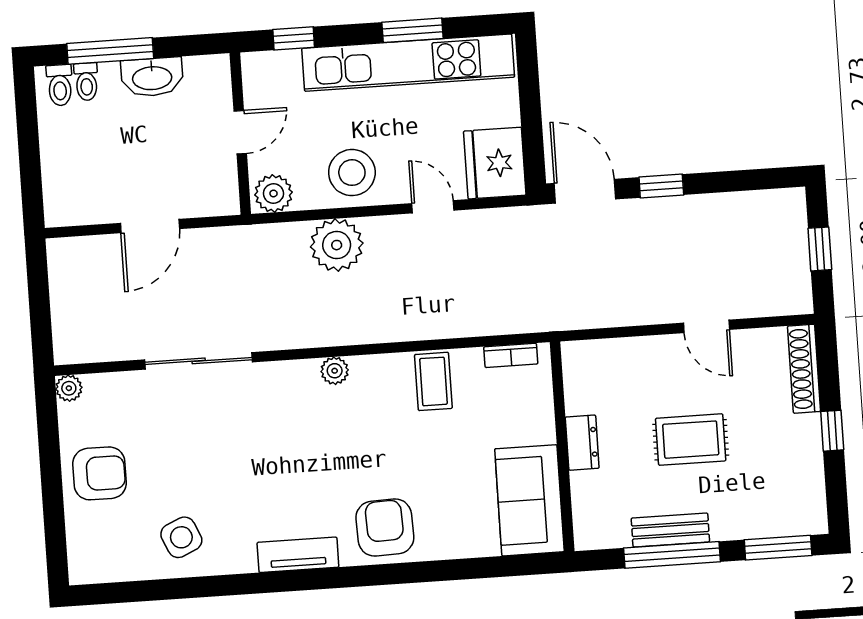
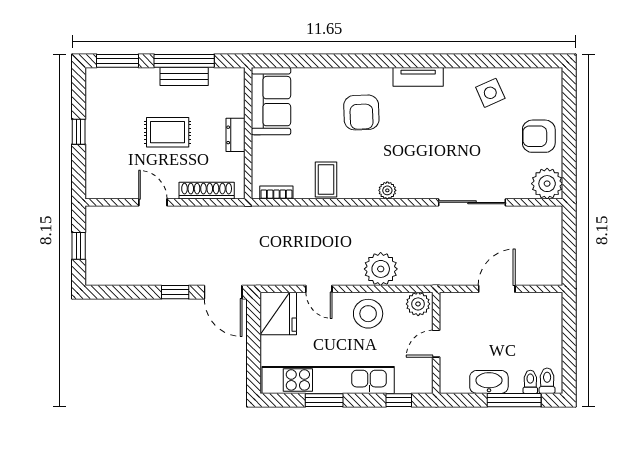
shoe rack: (804, 369) -> (207, 191), moved, turned -90
plant: (69, 388) -> (547, 184), width x1.88, depth x1.88
armchair: (385, 528) -> (361, 112), moved

